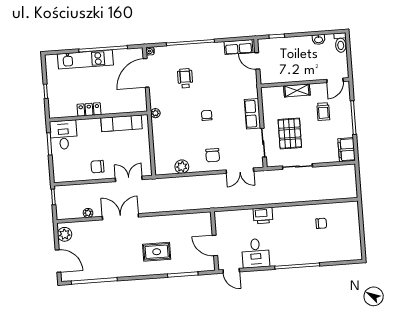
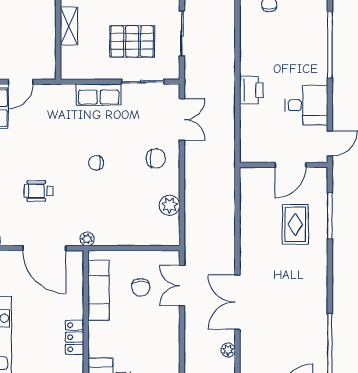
door: (146, 73) -> (44, 248), moved
chair: (97, 167) -> (141, 287), moved
rug: (157, 252) -> (295, 224), moved

